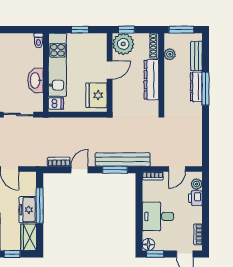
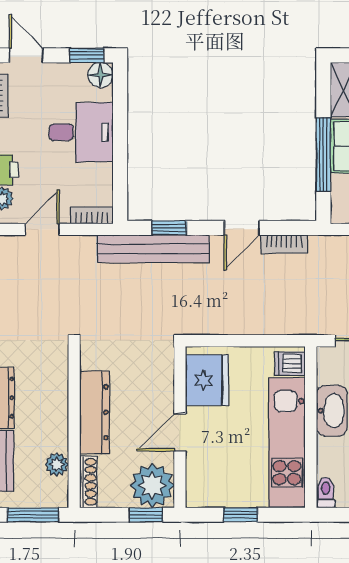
window: (115, 170) -> (169, 228), width x0.67

